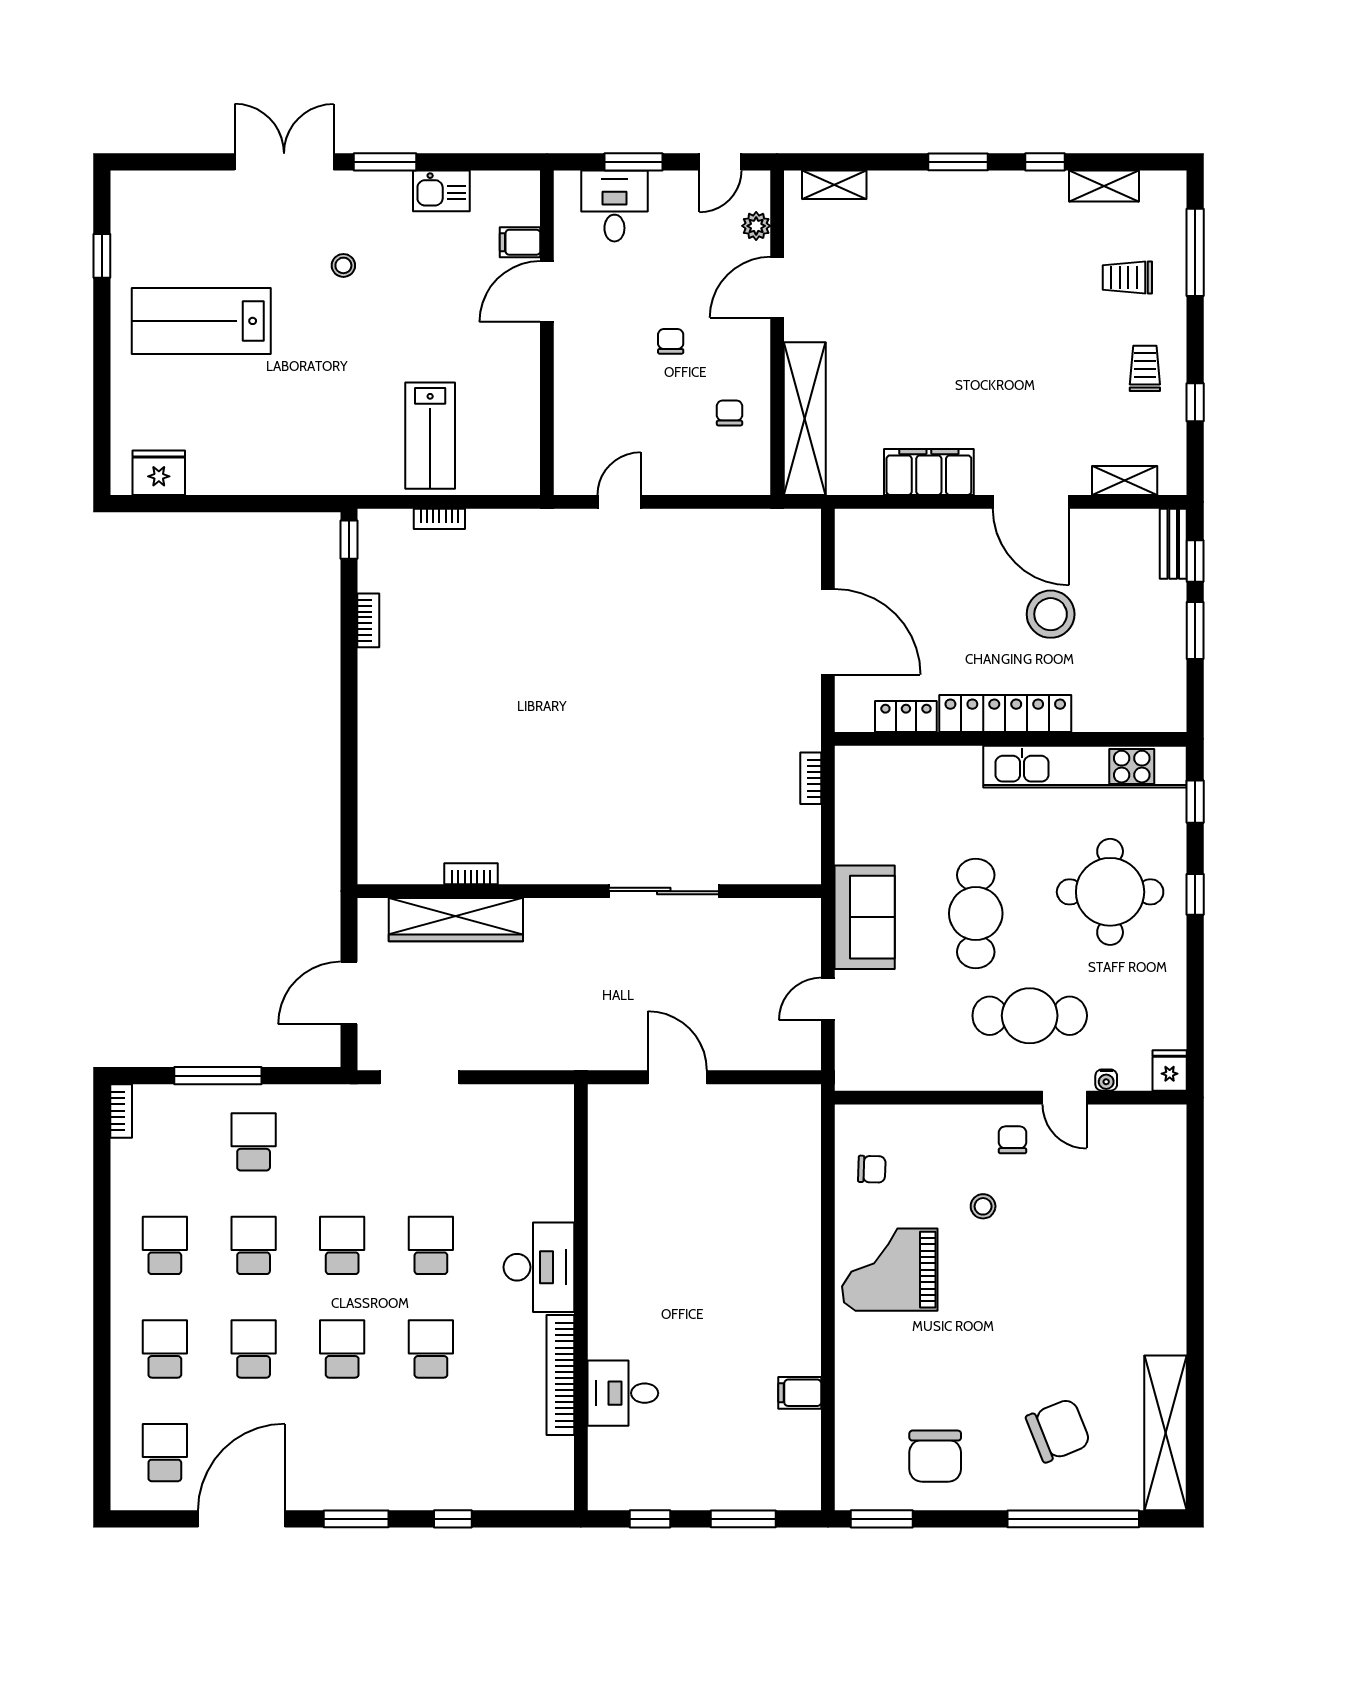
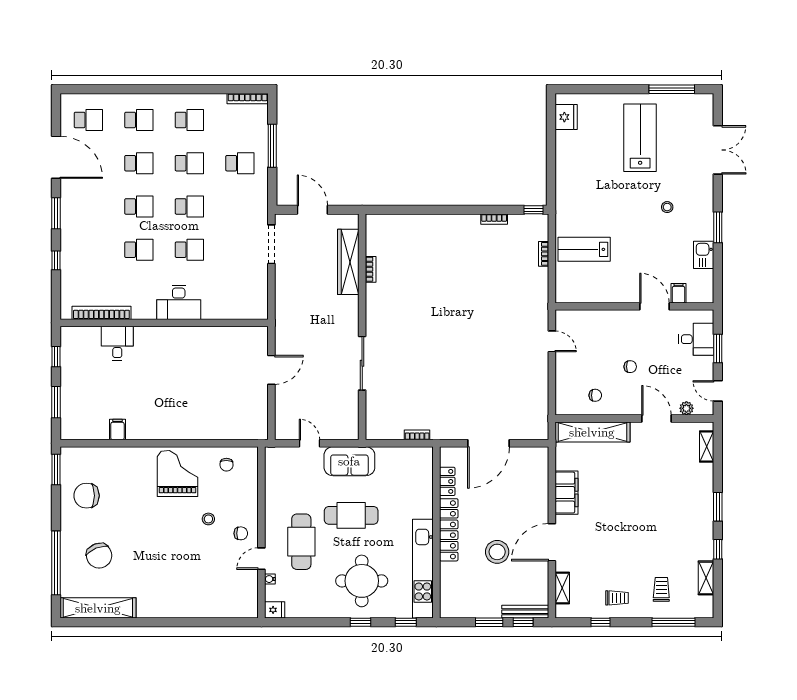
double door: (284, 162) -> (718, 150), moved
window: (102, 256) -> (672, 89), width x2.17
bench: (1173, 544) -> (525, 612), width x1.36
bookcase: (121, 1111) -> (248, 99), width x1.56
bookcase: (560, 1375) -> (101, 313), moved

